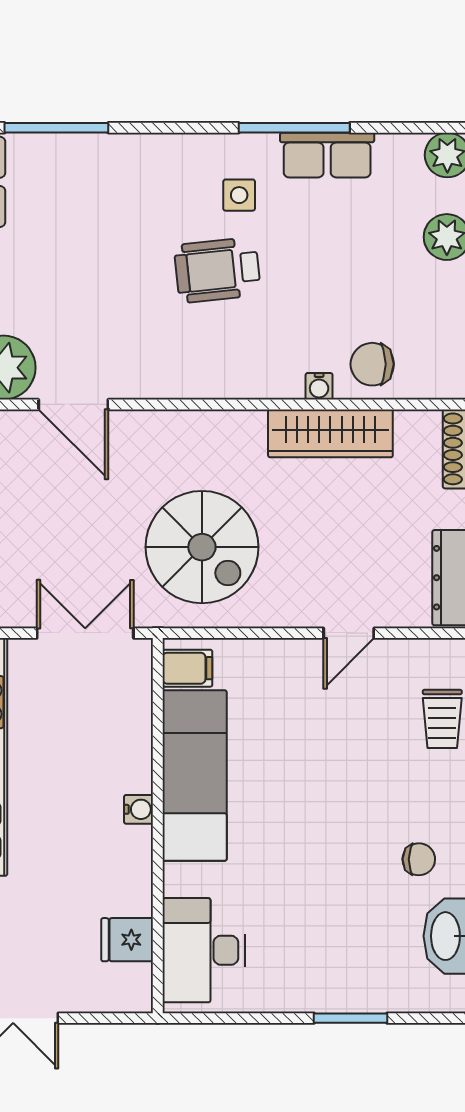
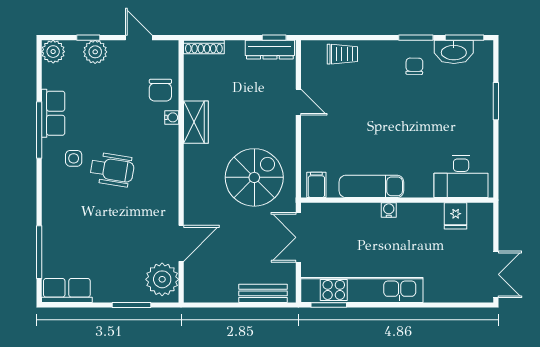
wheelchair: (217, 270) -> (112, 170), turned -75
wardrobe: (330, 433) -> (196, 122), width x0.67
exam couch: (195, 775) -> (371, 186), width x0.73, depth x0.69

